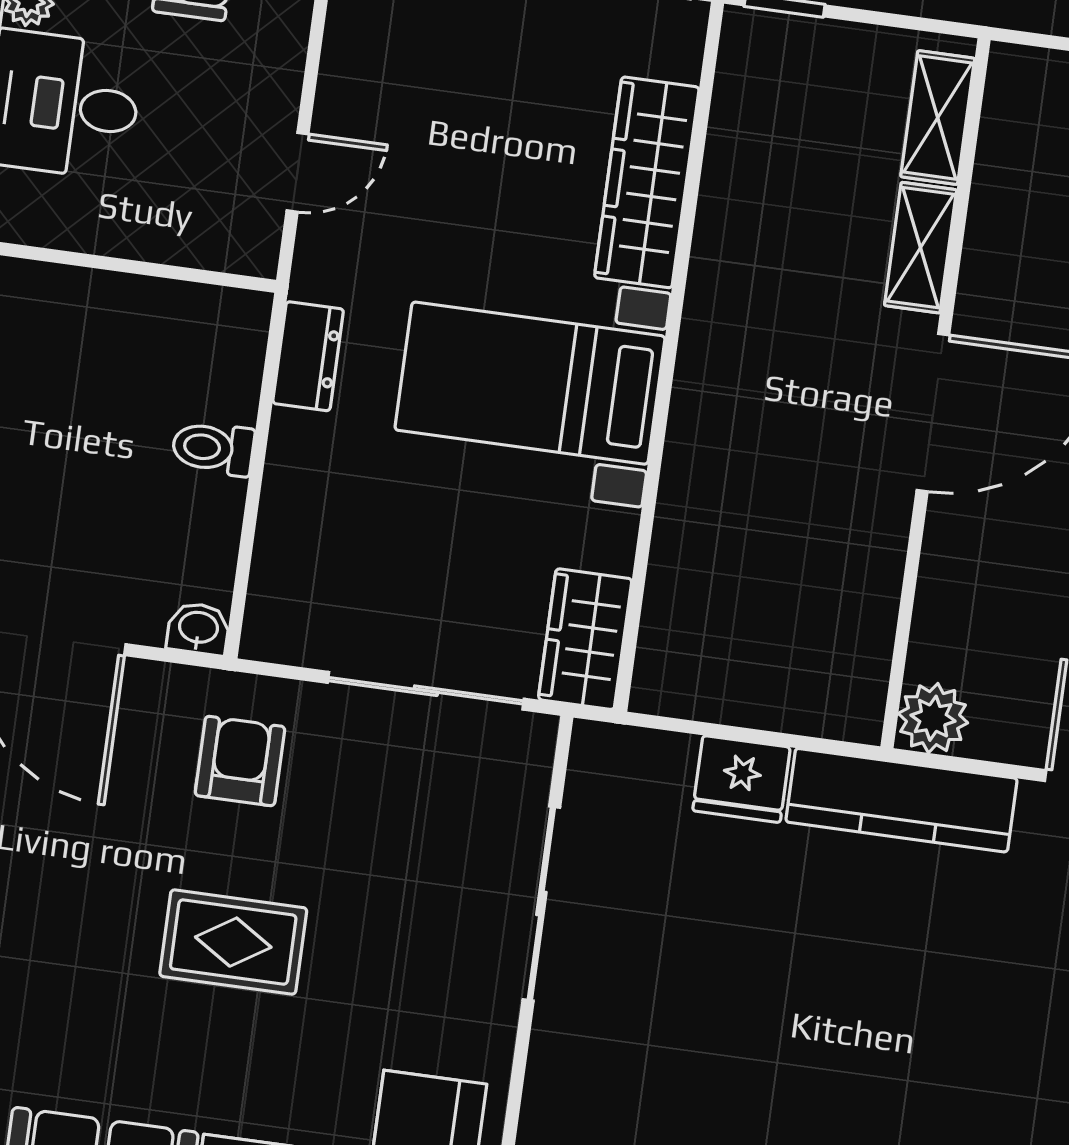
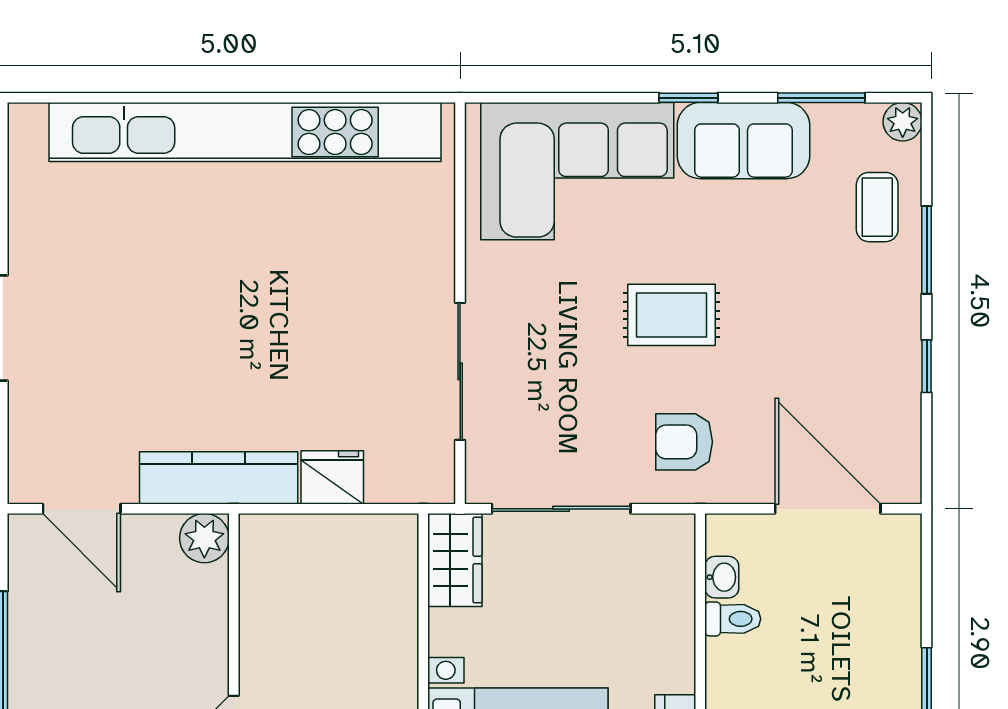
toilet: (213, 448) -> (733, 619), moved
washbasin: (198, 629) -> (722, 577), moved, turned -90
armchair: (240, 761) -> (684, 442), turned 90

